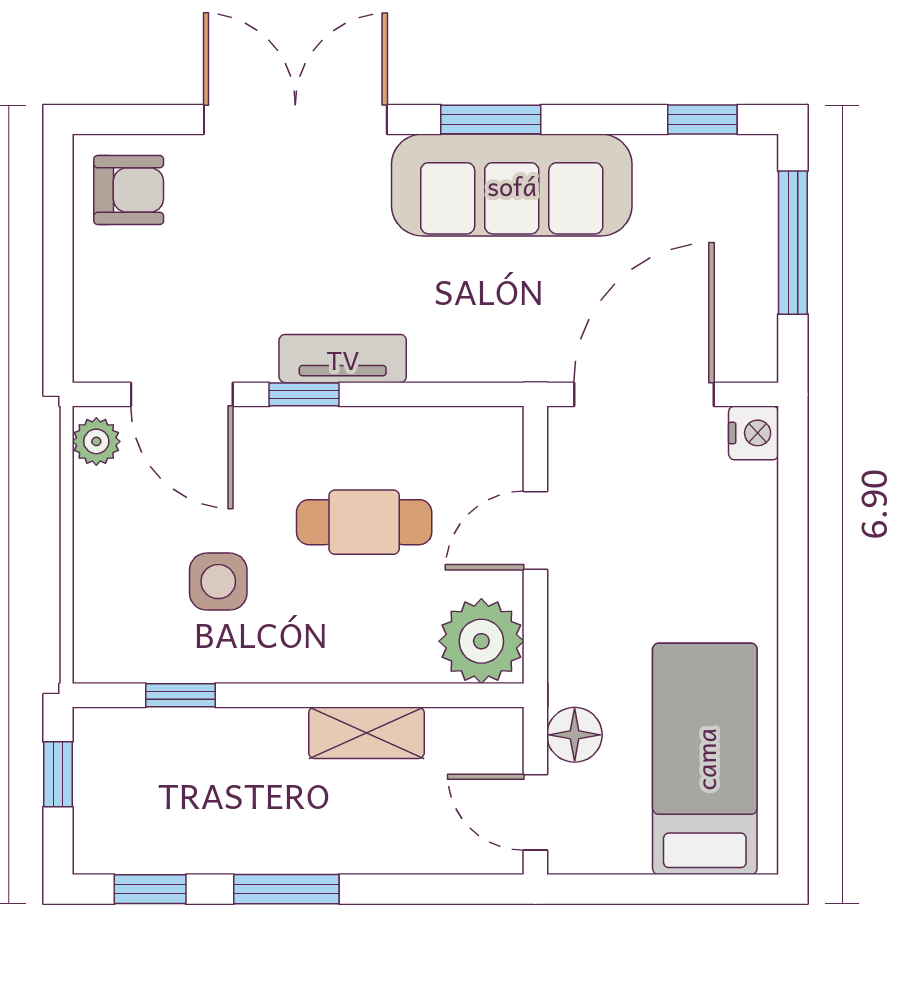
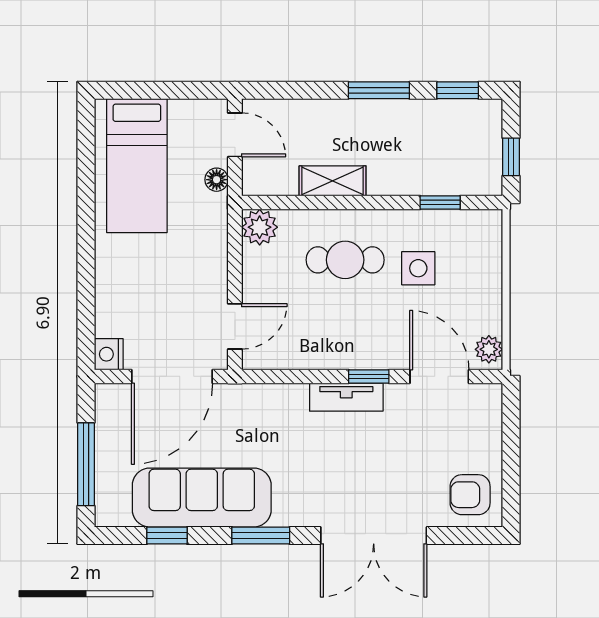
window: (702, 119) -> (167, 535), moved
sofa: (512, 185) -> (202, 498), moved
cafe table: (364, 522) -> (345, 260), moved
door: (535, 531) -> (235, 326), moved
plant: (481, 641) -> (260, 227), width x0.73, depth x0.73
floor lamp: (575, 735) -> (217, 180), width x0.73, depth x0.73

